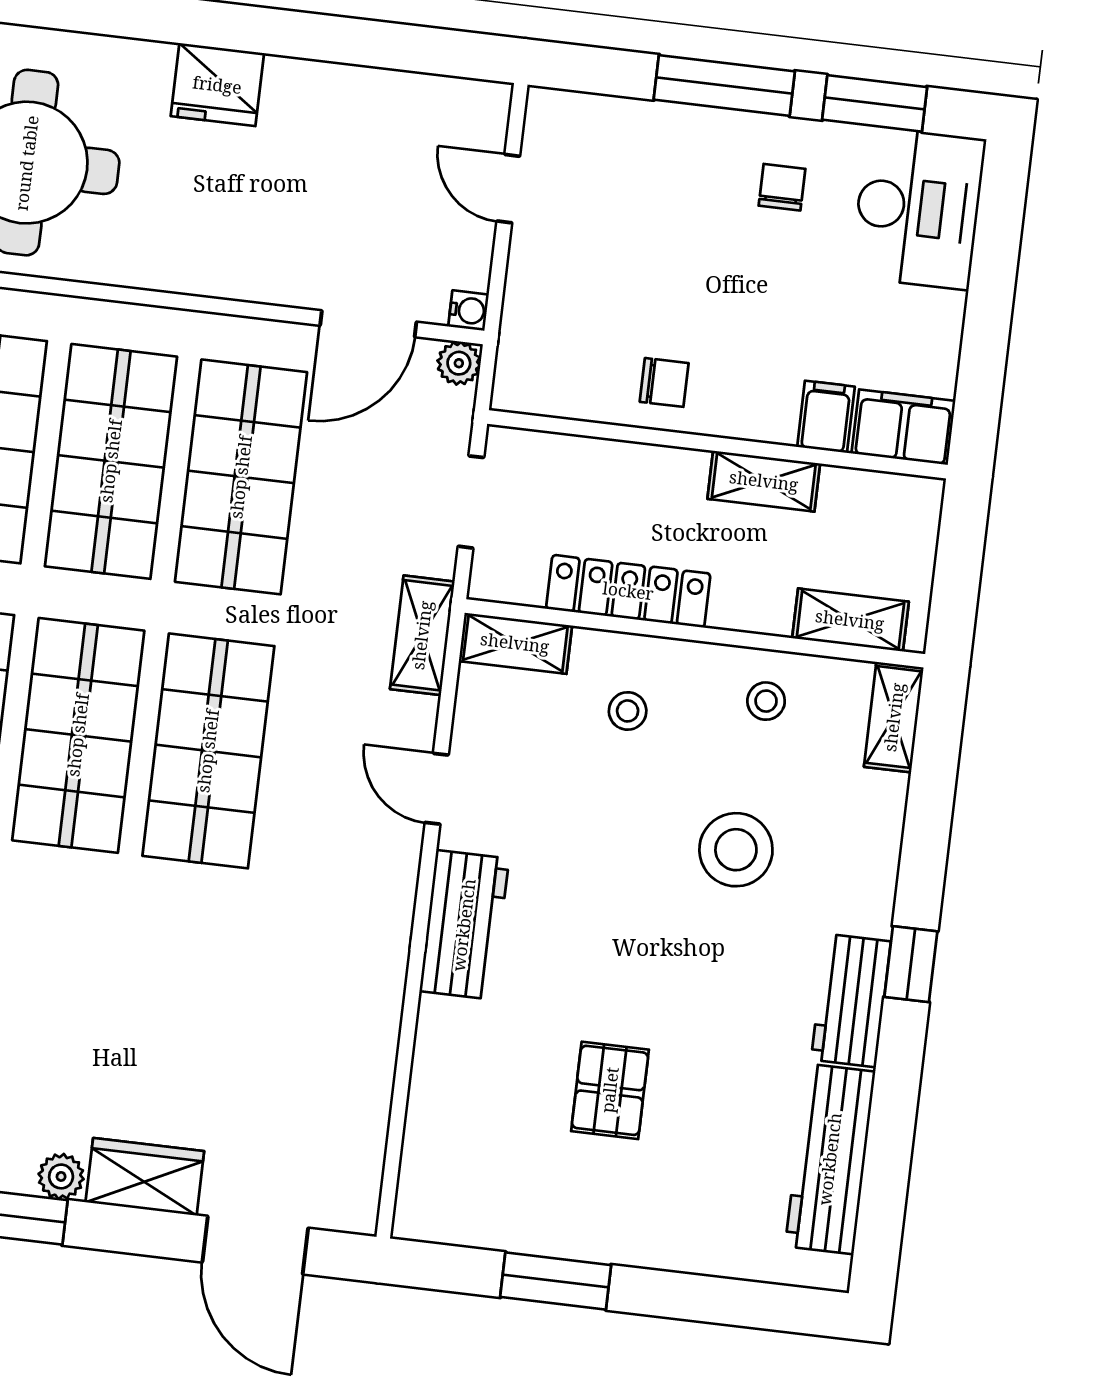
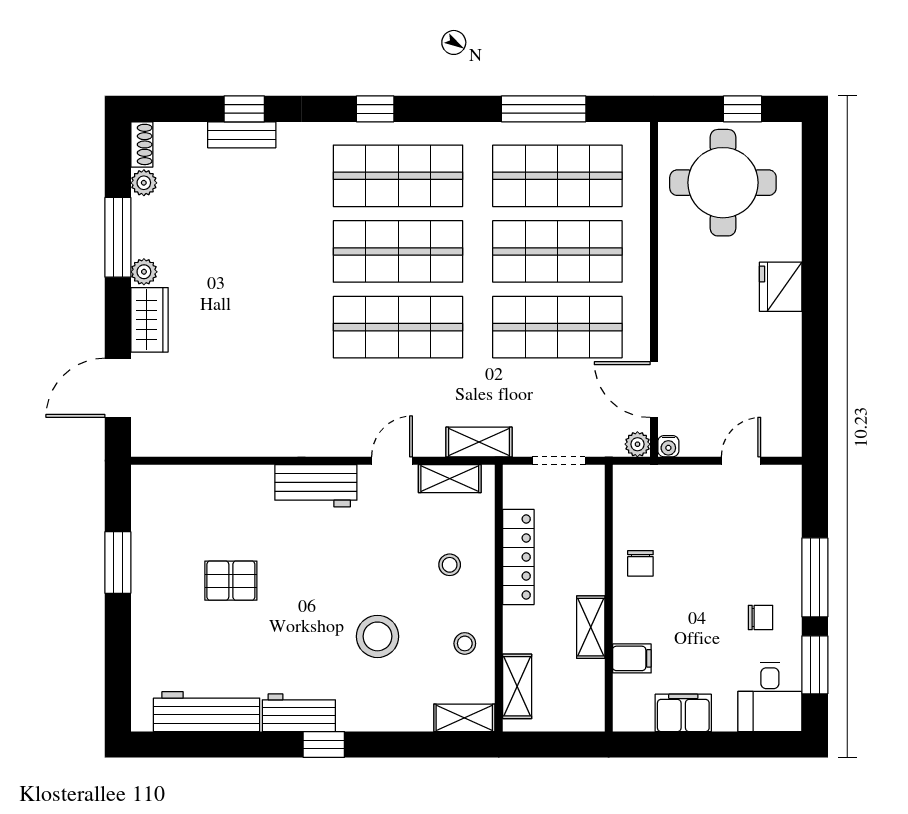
desk: (918, 208) -> (770, 697), width x0.73
filing cabinet: (903, 427) -> (683, 713), moved, turned -90
shelving: (515, 643) -> (450, 479), moved, turned 90

